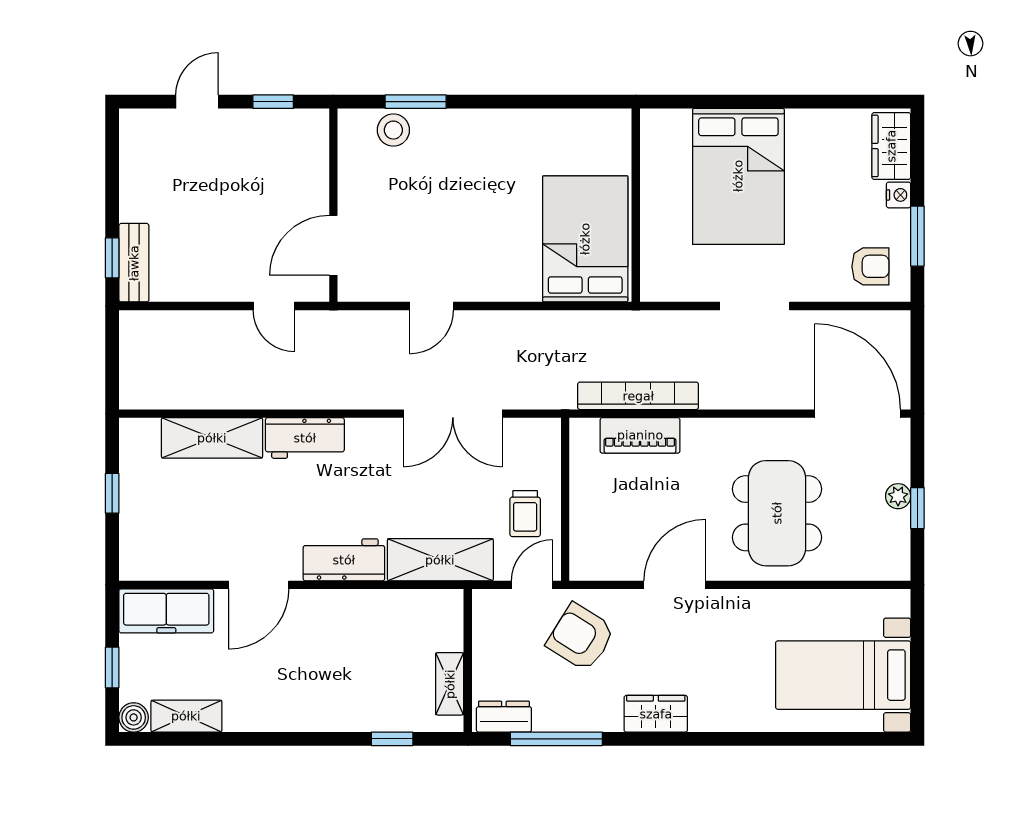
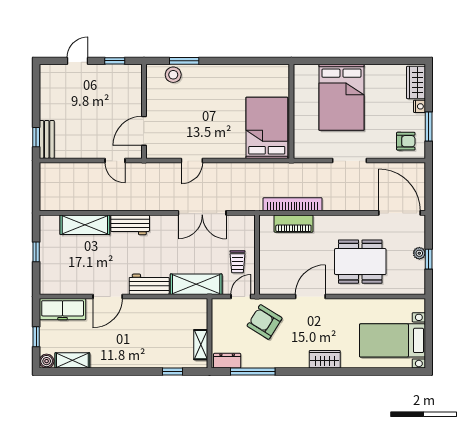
dining table: (777, 513) -> (360, 262), turned 90
wardrobe: (656, 714) -> (325, 359), moved

